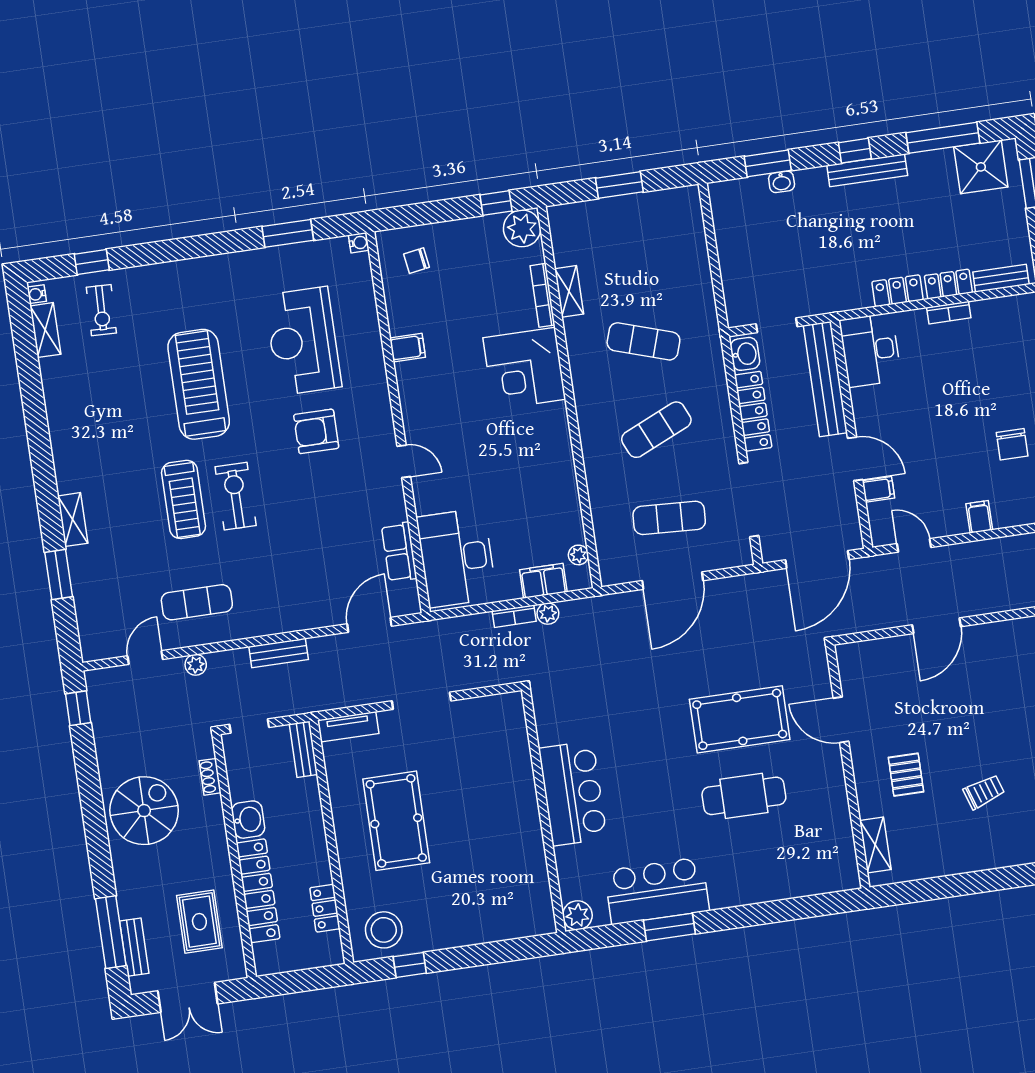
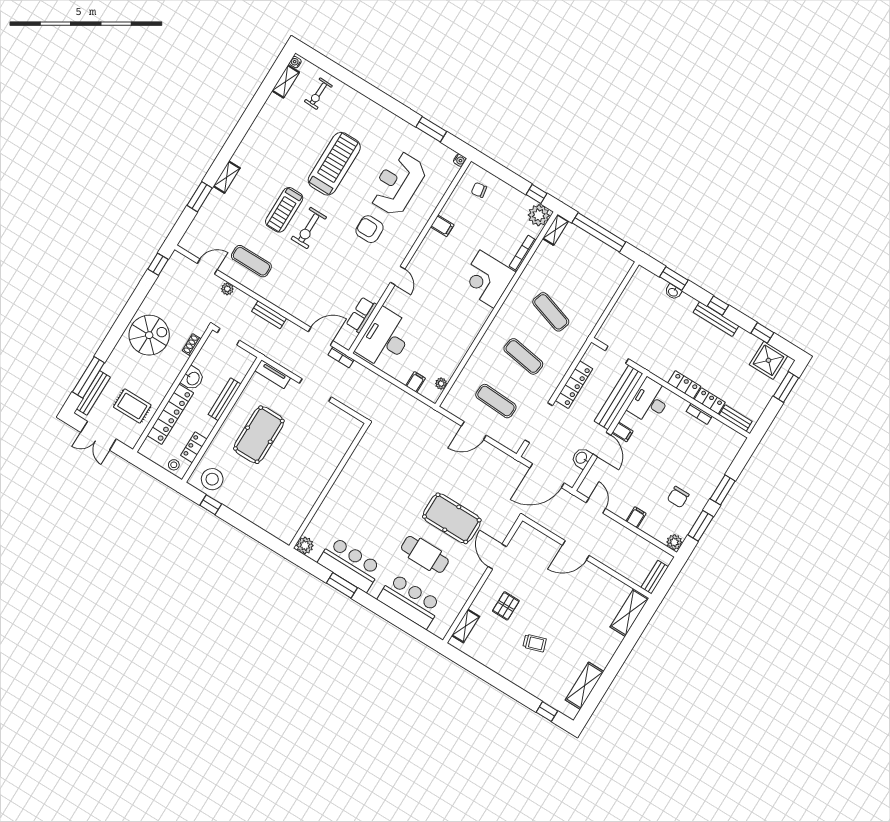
window: (943, 138) -> (762, 333), width x0.46
window: (619, 185) -> (599, 232), width x2.11
window: (92, 262) -> (332, 68), removed
shelving: (569, 291) -> (555, 230), moved
washbasin: (745, 354) -> (582, 458), moved, turned 180
exercise mat: (656, 430) -> (523, 356), turned 33
filing cabinet: (878, 489) -> (622, 432), moved
exercise bike: (236, 496) -> (309, 228), turned 180
filing cabinet: (543, 581) -> (416, 382), width x0.50
door: (673, 581) -> (474, 431), width x0.73
plant: (548, 614) -> (405, 398), removed
bookcase: (514, 616) -> (341, 357), moved
bench: (303, 749) -> (225, 399), moved, width x1.36
bar counter: (573, 793) -> (410, 601), moved, turned -90
rug: (199, 922) -> (132, 406), turned 90
bench: (134, 947) -> (93, 393), width x1.36
stool: (318, 953) -> (174, 465), added

